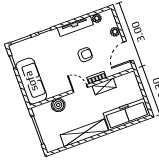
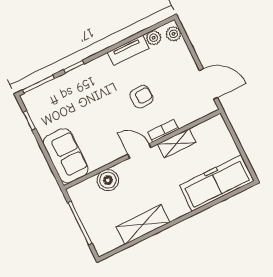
tv unit: (75, 26) -> (128, 50), width x0.71
plant: (115, 32) -> (173, 34), moved
door: (128, 51) -> (209, 84), swing flipped
sofa: (31, 81) -> (66, 156), width x0.73
shelving: (84, 133) -> (143, 225), width x0.68

